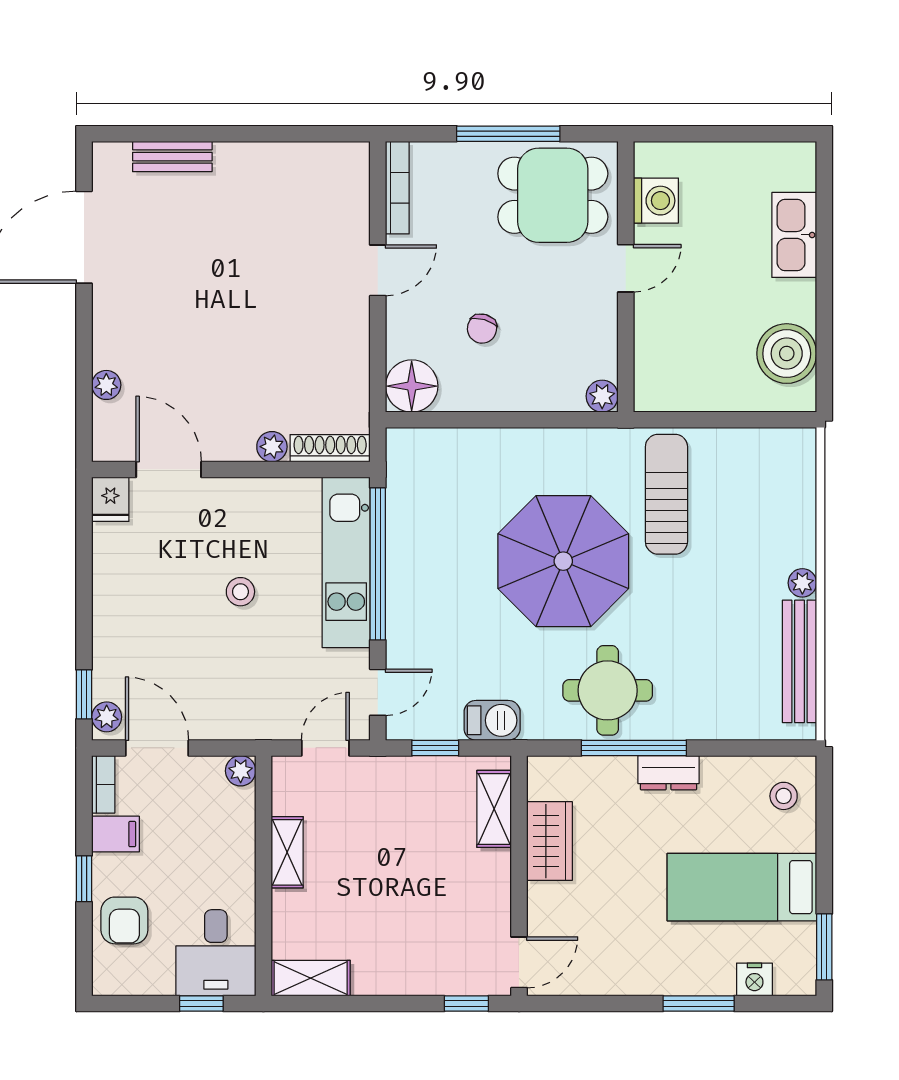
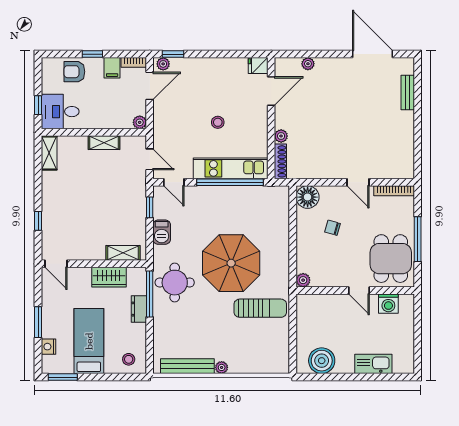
shelving: (494, 809) -> (123, 253), moved
wardrobe: (549, 841) -> (109, 277), moved
wall: (519, 876) -> (94, 264), moved
door: (519, 962) -> (56, 264), moved

